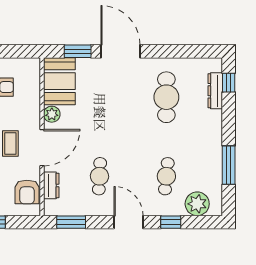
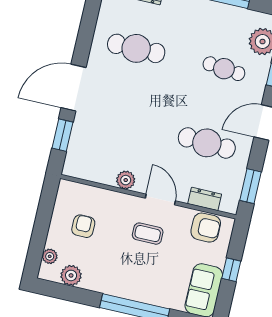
booth: (59, 81) -> (91, 163), removed
door: (42, 148) -> (160, 199), width x0.73
cafe table: (99, 176) -> (207, 143), width x1.37, depth x1.35

